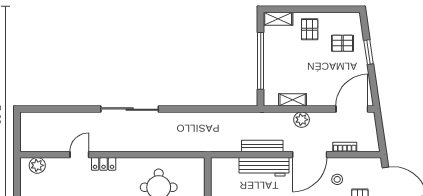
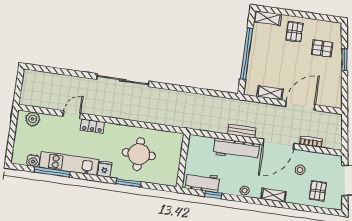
door: (352, 109) -> (300, 105), moved
plant: (302, 120) -> (276, 112), removed
bench: (262, 146) -> (242, 131), width x0.73

